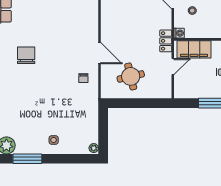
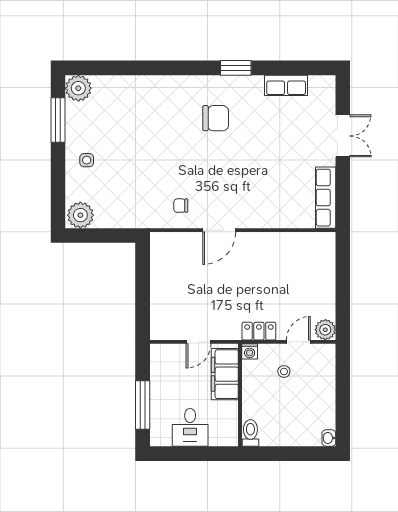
locker: (166, 41) -> (259, 331), moved
door: (173, 67) -> (199, 342), hinge flipped
round table: (131, 76) -> (183, 278), removed
plant: (94, 148) -> (80, 215), width x1.87, depth x1.87

